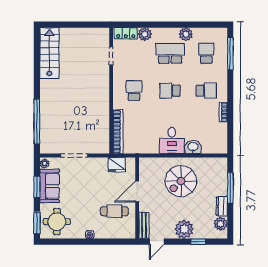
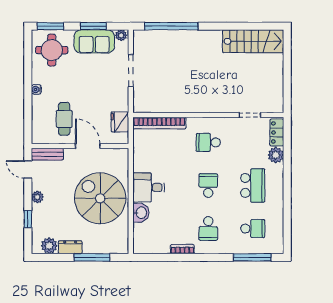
plant: (186, 34) -> (276, 204), removed
school desk: (134, 91) -> (208, 142), turned 180
spiral stairs: (181, 181) -> (100, 198), width x1.37, depth x1.37
plant: (184, 229) -> (37, 197), width x0.53, depth x0.53

